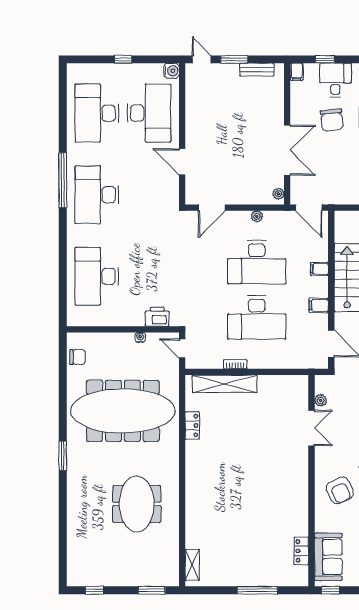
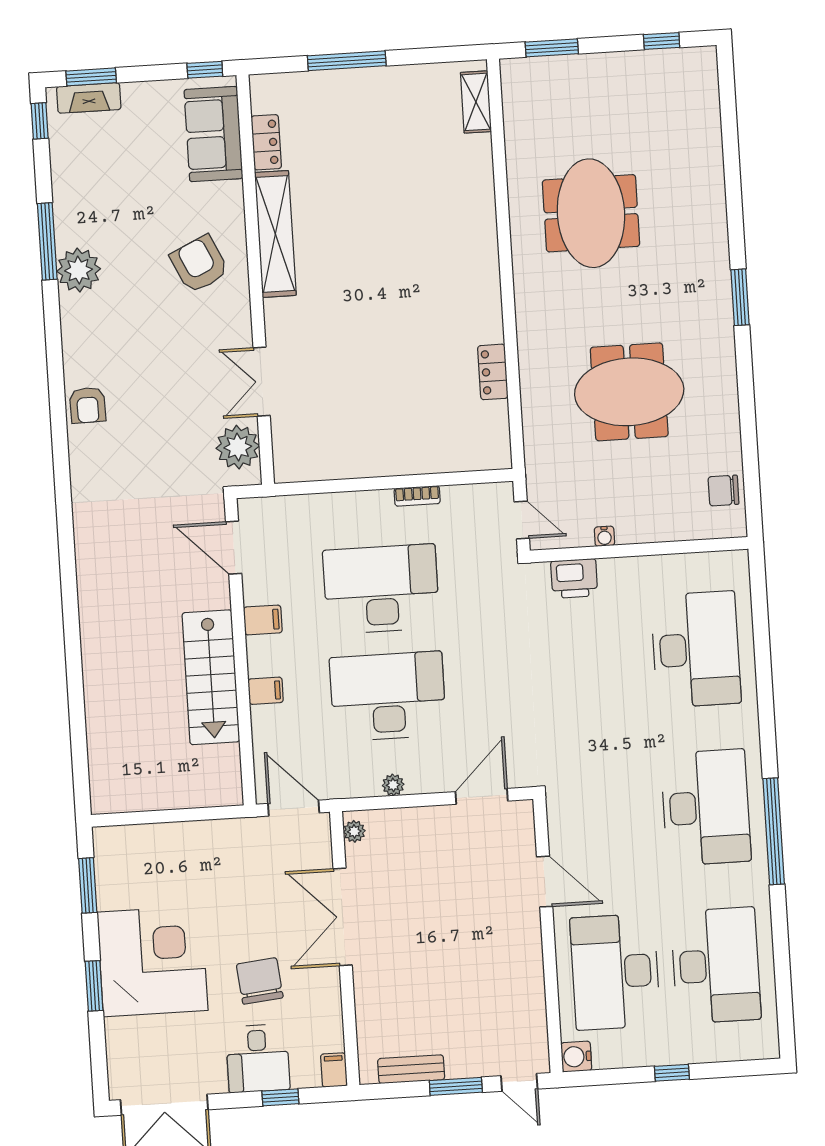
shelving: (225, 384) -> (275, 234), moved, turned 90
plant: (321, 400) -> (238, 447), width x1.87, depth x1.87
meeting table: (123, 411) -> (629, 392), width x0.54, depth x0.79

